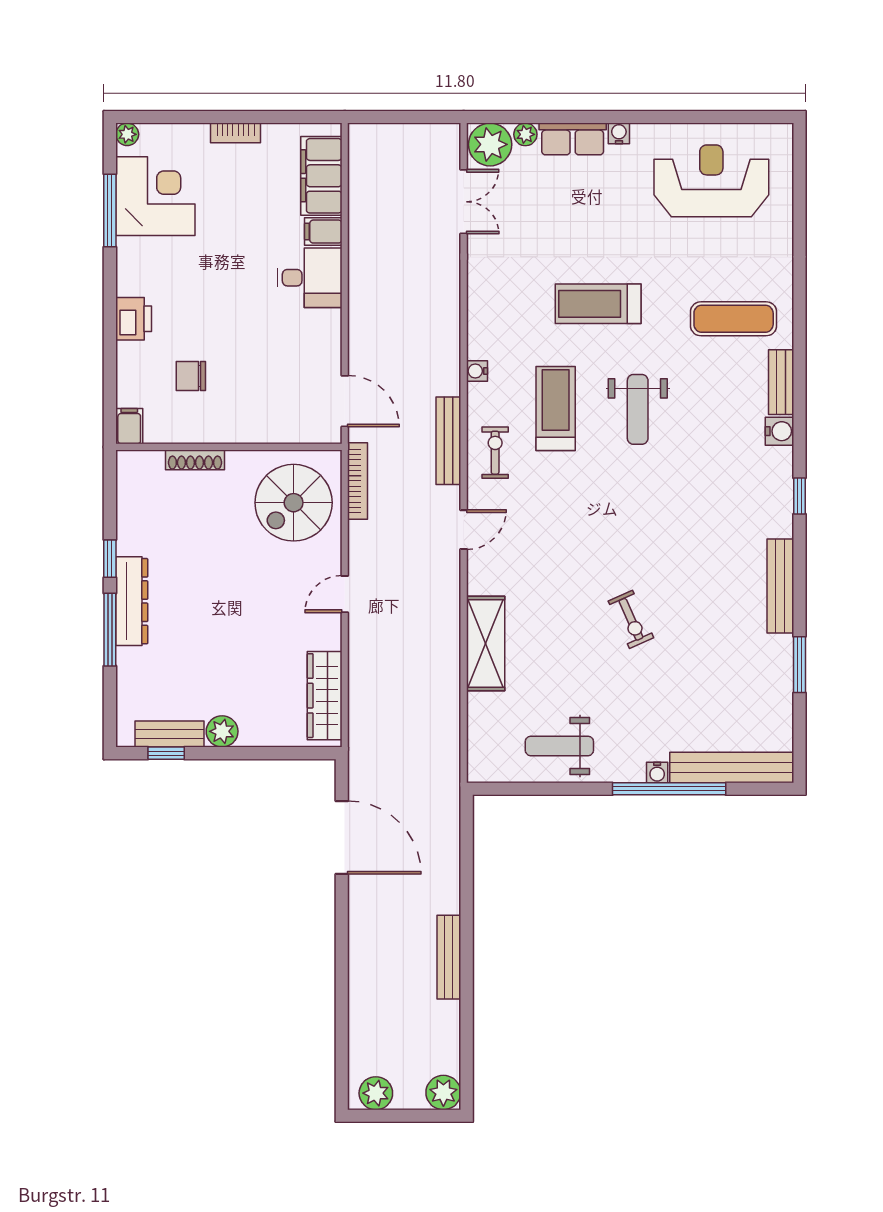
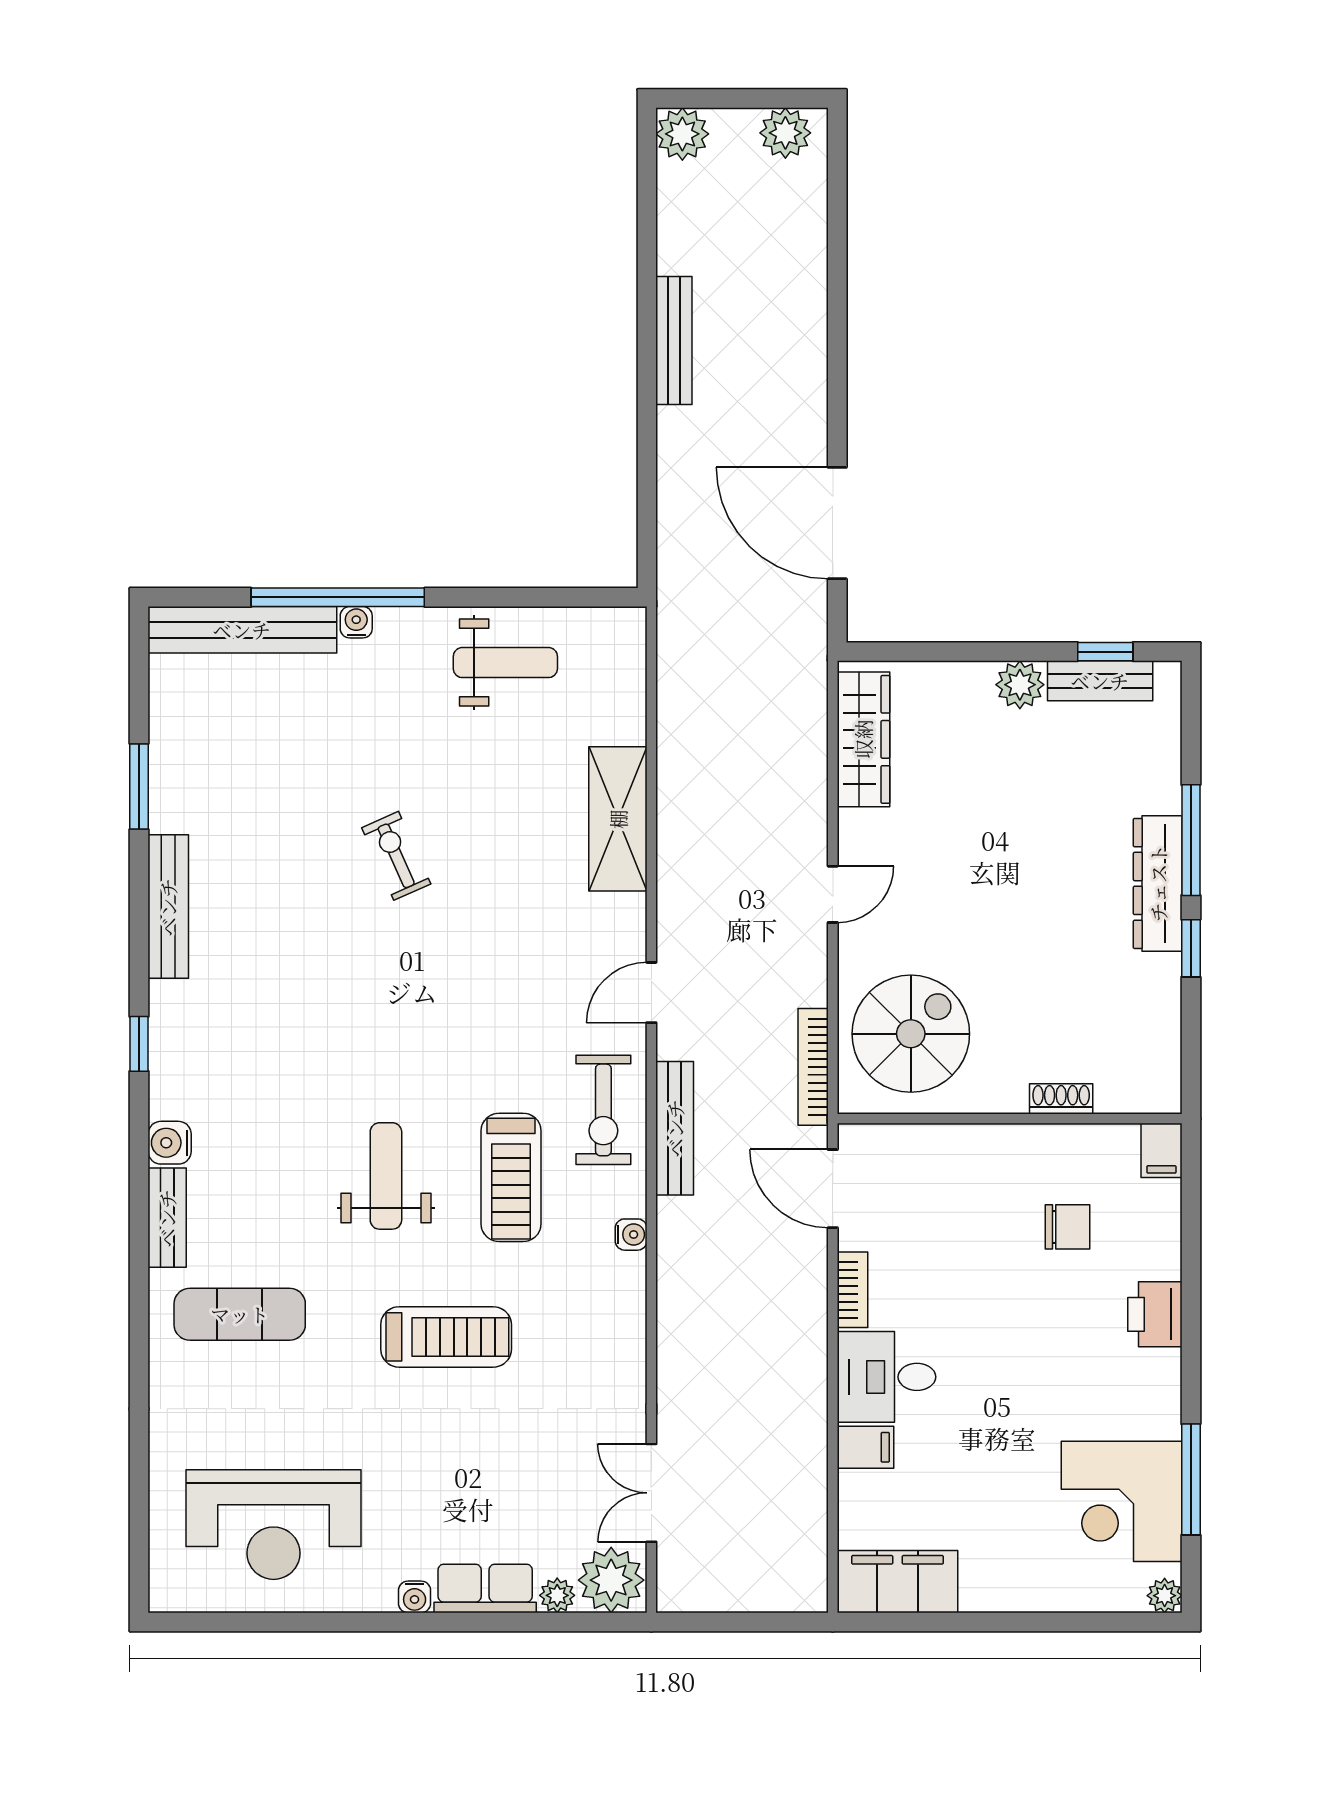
bookcase: (236, 133) -> (852, 1290), moved, turned 90
filing cabinet: (321, 176) -> (897, 1582), moved, turned -90
exercise bike: (495, 453) -> (603, 1110), width x1.38, depth x1.39
shoe rack: (195, 460) -> (1061, 1099), width x0.70

